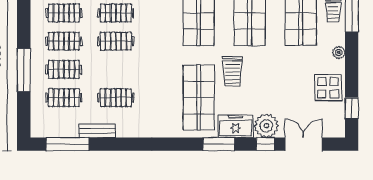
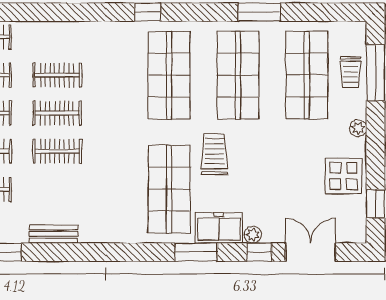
trolley: (232, 72) -> (214, 154), turned 180
clothes rail: (116, 98) -> (57, 151), moved
plant: (266, 126) -> (253, 235), width x0.53, depth x0.53
bench: (97, 131) -> (54, 234), moved

